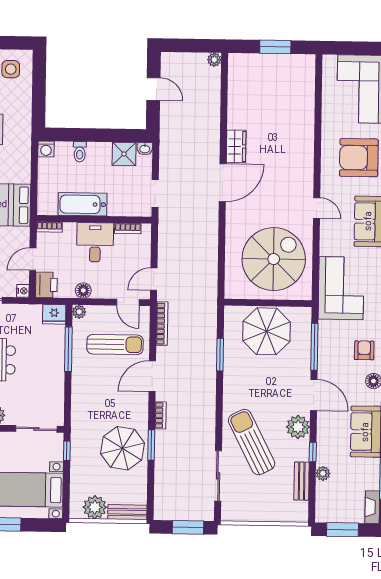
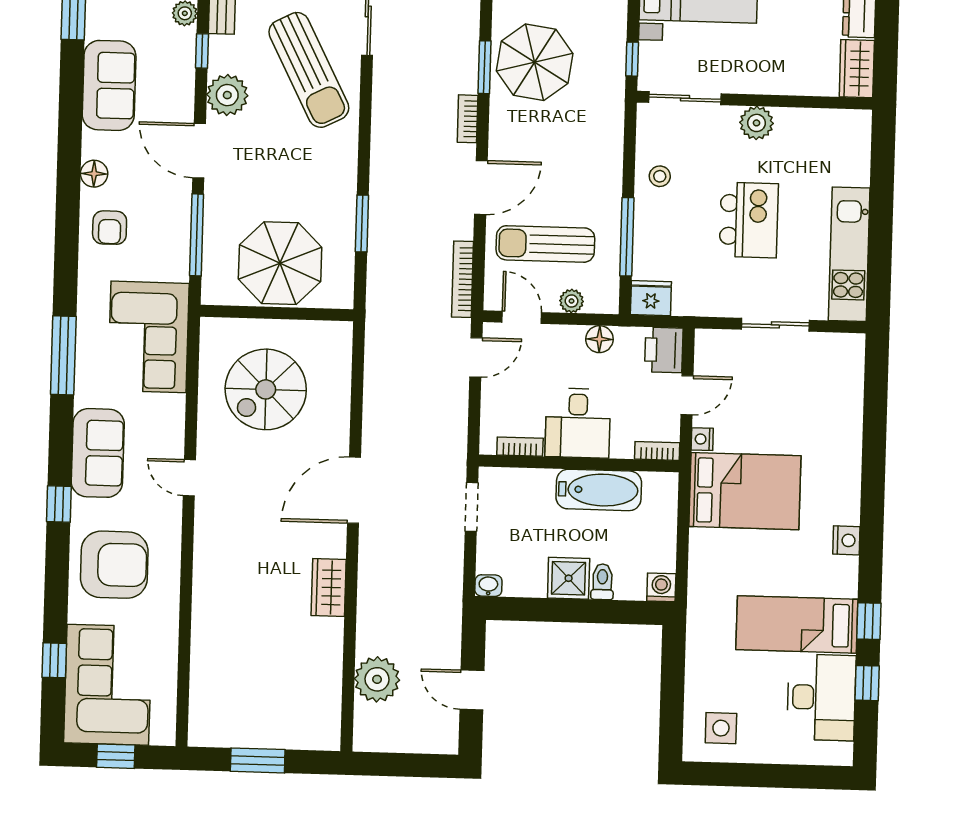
window: (356, 48) -> (116, 756), added
plant: (214, 60) -> (377, 679), moved, width x1.88, depth x1.88
shower: (124, 154) -> (569, 578), moved
door: (223, 183) -> (354, 490), moved
spiral stairs: (274, 259) -> (266, 389), width x0.73, depth x0.73
nightstand: (23, 291) -> (702, 439), moved
plant: (79, 312) -> (572, 301), moved
stool: (50, 384) -> (660, 176), added

